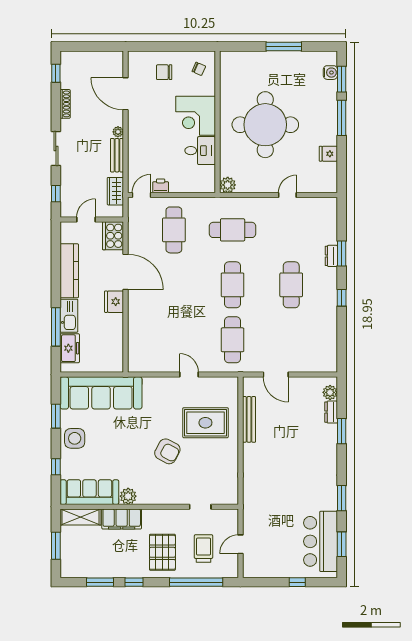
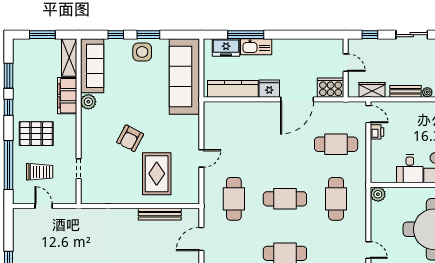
kitchen counter: (69, 271) -> (233, 89), moved, turned 180
cafe table: (233, 340) -> (234, 199), turned 90
window: (56, 416) -> (148, 35), moved

